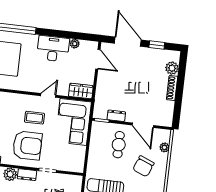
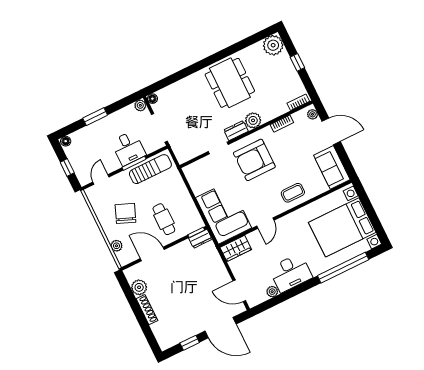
plant: (172, 68) -> (139, 287), moved
dresser: (116, 116) -> (200, 239), moved
coffee table: (34, 118) -> (293, 193), moved

